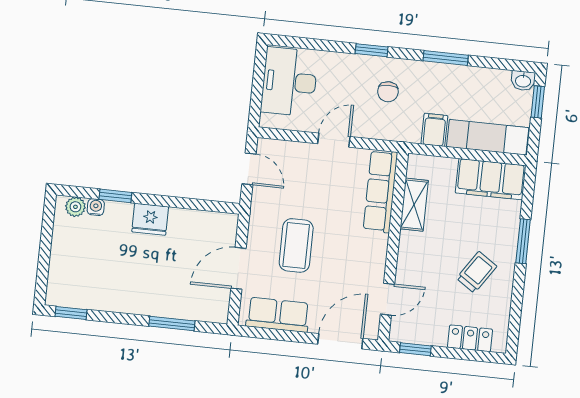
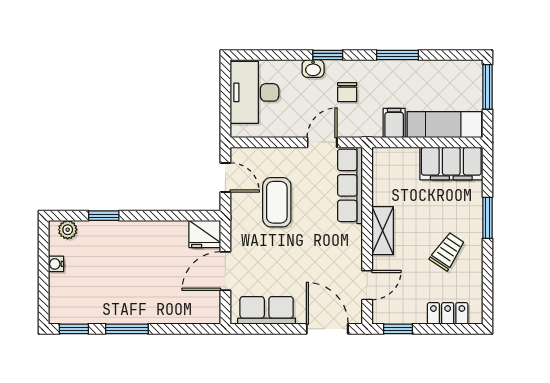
washbasin: (523, 81) -> (313, 69), moved
window: (538, 102) -> (487, 87), width x1.50
door: (334, 140) -> (322, 142), moved
shelving: (414, 205) -> (383, 231), moved
water cooler: (96, 207) -> (56, 264), moved, turned -90
fridge: (150, 219) -> (205, 234), moved
coffee table: (296, 245) -> (277, 202), moved
window: (172, 324) -> (127, 329), moved
door: (340, 341) -> (327, 329), hinge flipped

